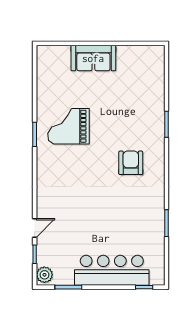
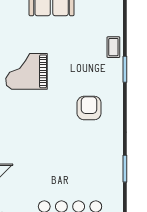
coffee table: (155, 102) -> (113, 47), added

